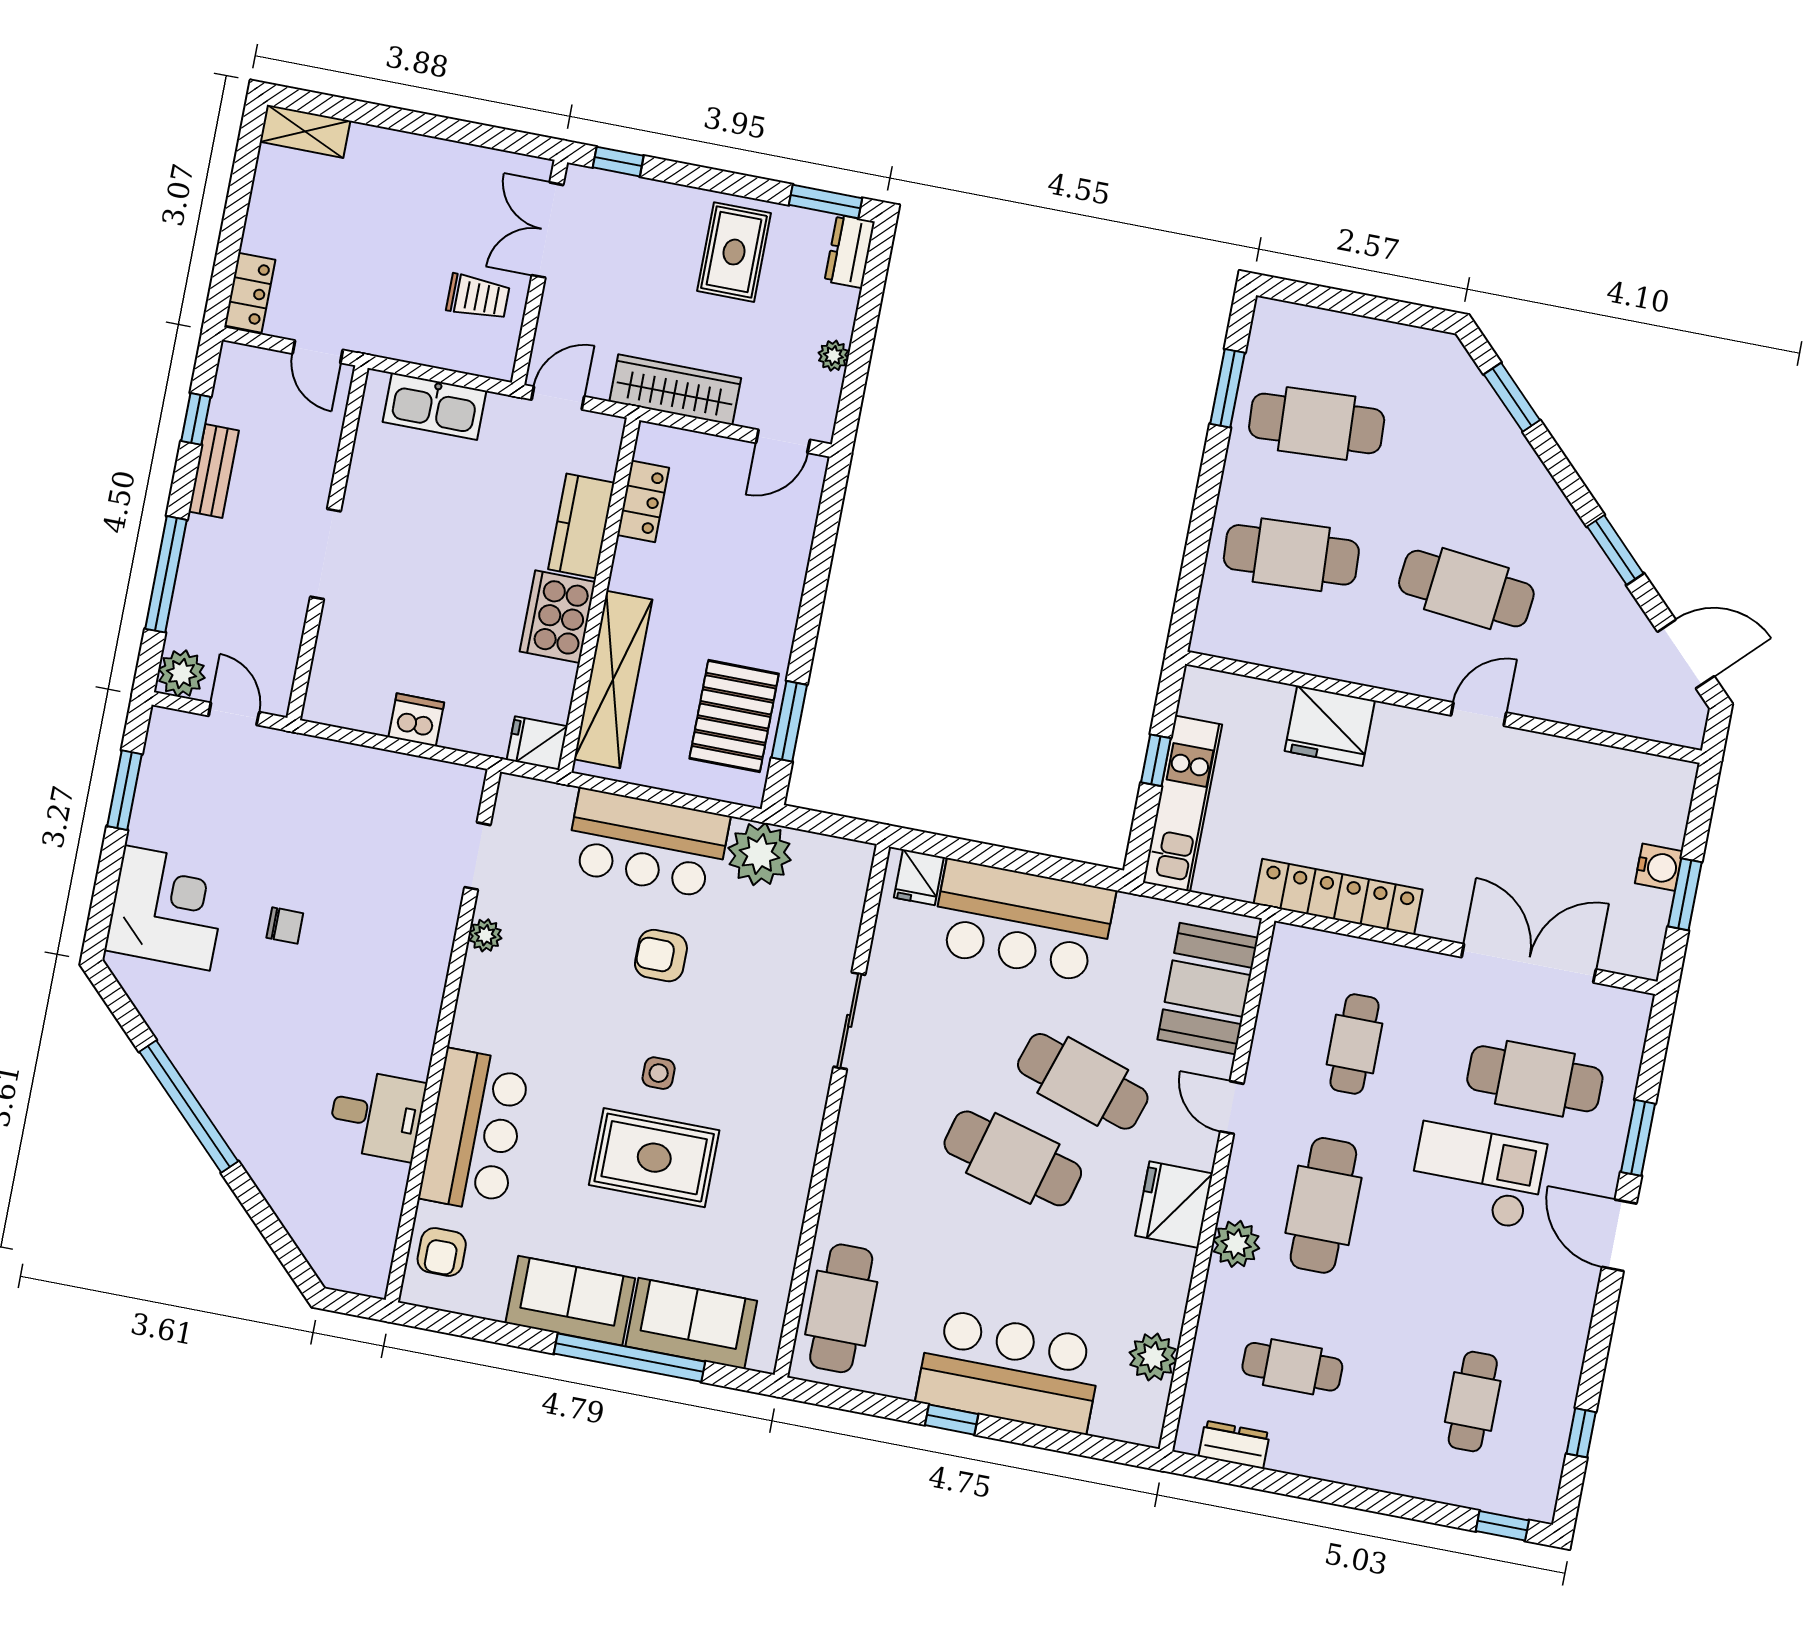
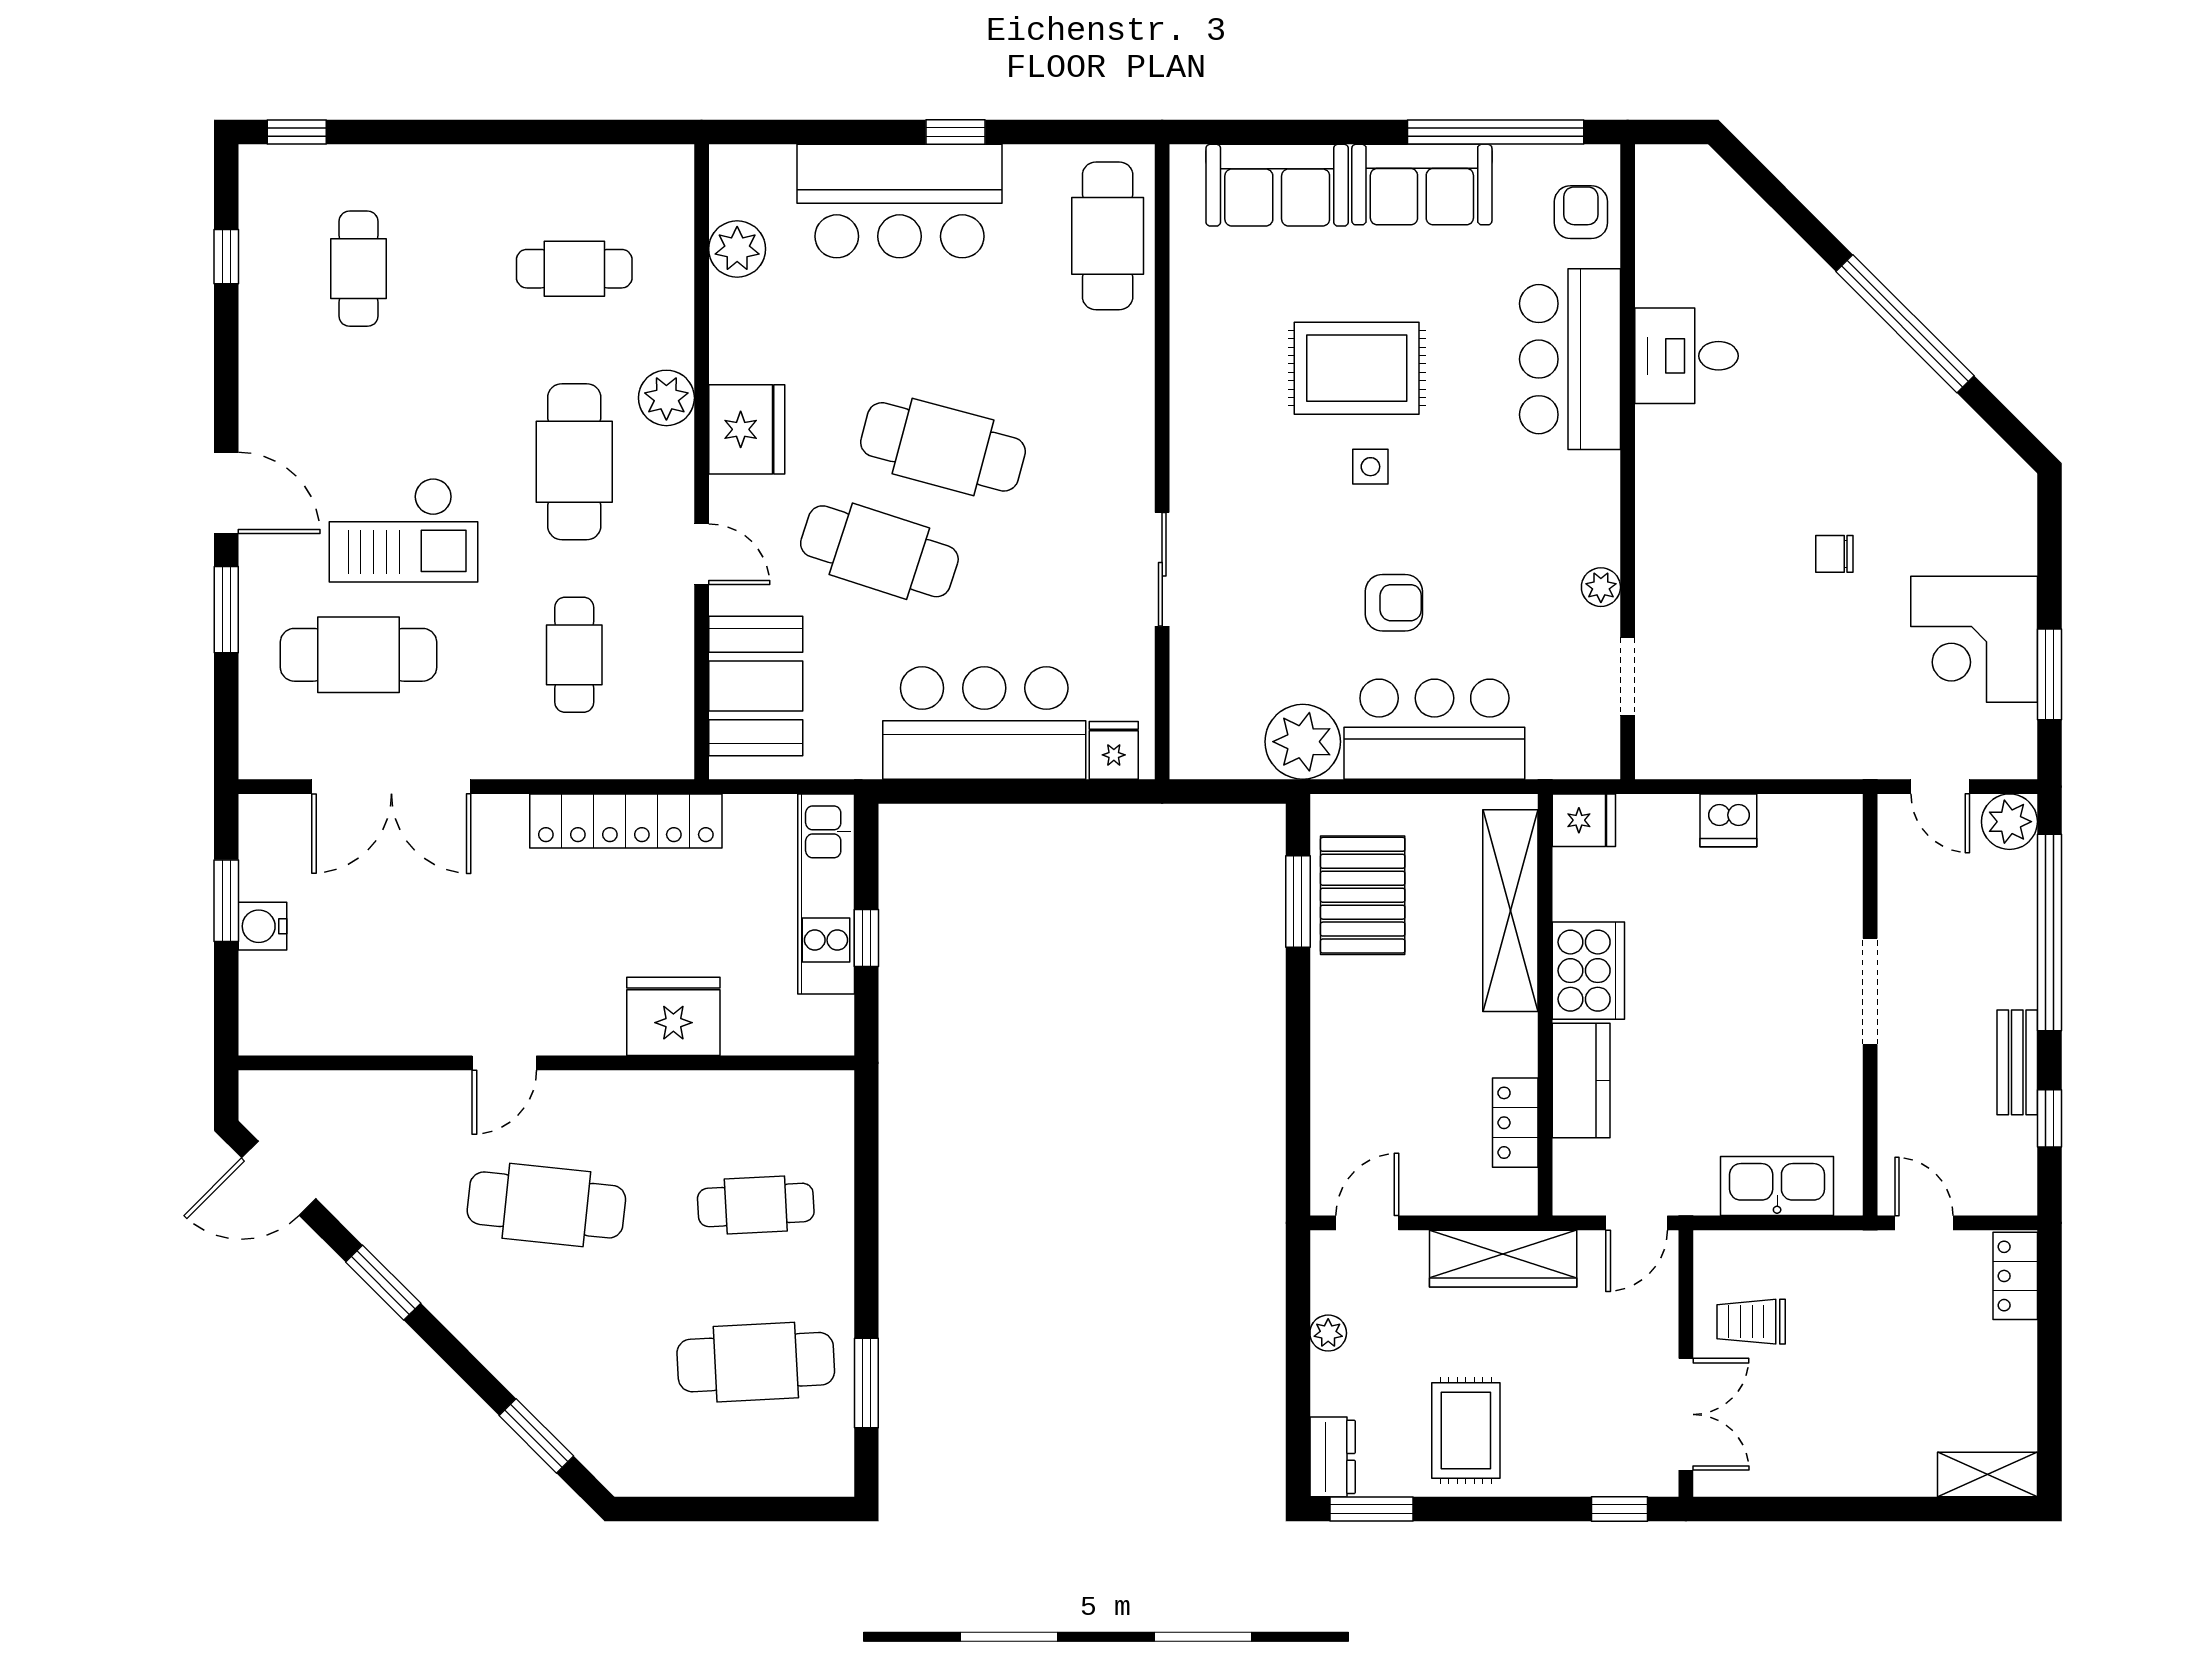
cafe table: (1291, 555) -> (756, 1205), width x0.73, depth x0.74
window: (166, 574) -> (2049, 932), width x1.46
corner desk: (167, 908) -> (1974, 639), moved
window: (629, 1358) -> (1496, 132), moved
dresser: (1234, 1445) -> (624, 166), removed

